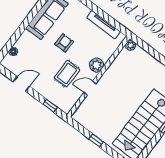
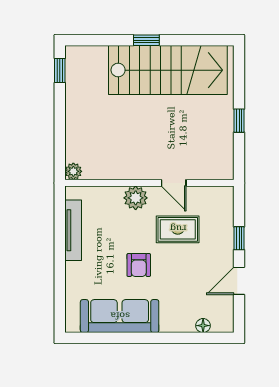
armchair: (64, 43) -> (139, 265), turned -90
door: (21, 84) -> (239, 281), hinge flipped
window: (50, 106) -> (239, 238), moved

